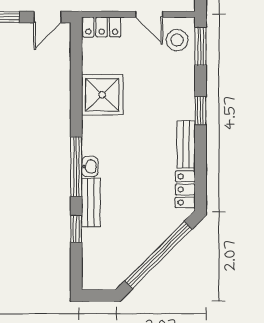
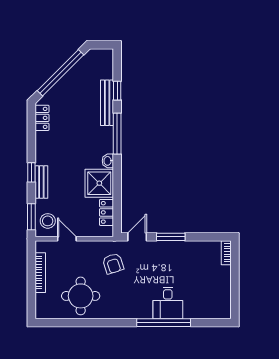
locker: (102, 27) -> (106, 212), moved, turned -90
bench: (186, 144) -> (41, 182), moved
washbasin: (90, 167) -> (108, 161), moved
bench: (91, 203) -> (107, 103), width x1.36

